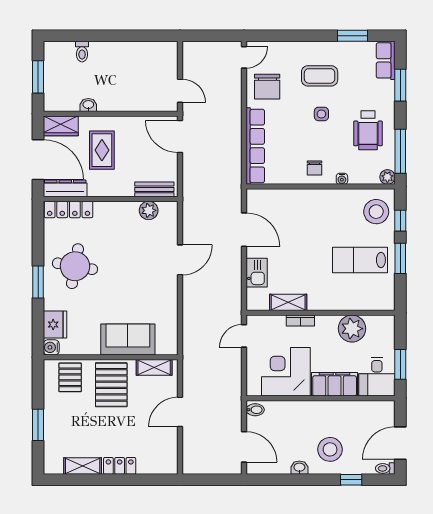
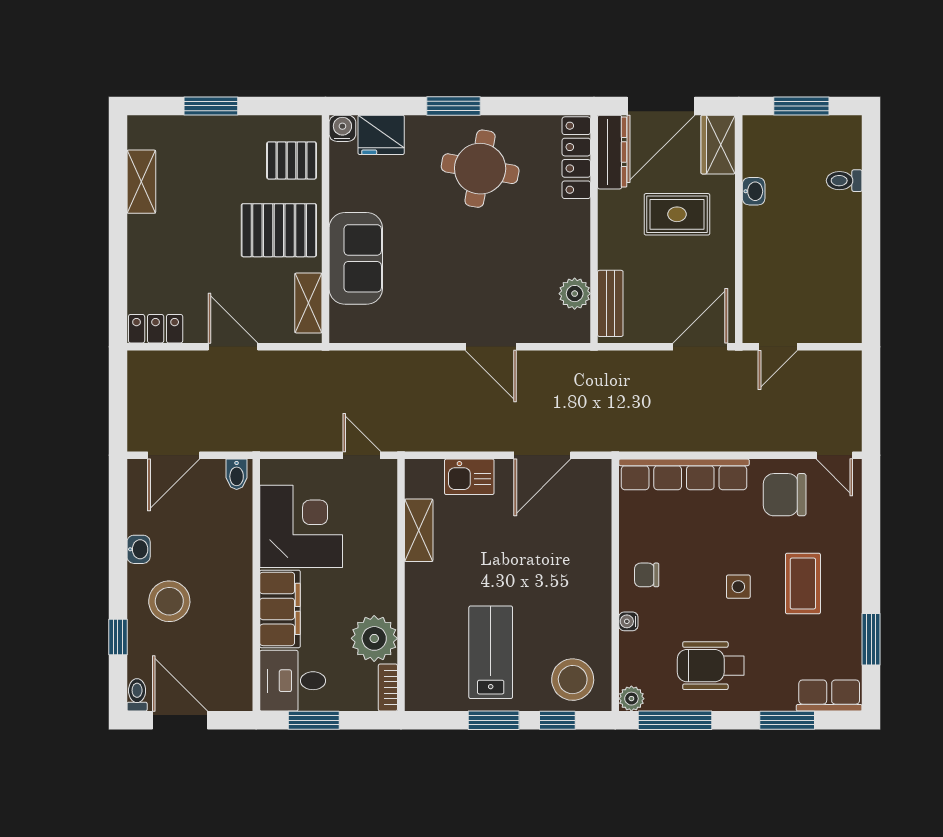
bookcase: (300, 321) -> (388, 688), moved
locker: (120, 466) -> (156, 329), moved, turned -90

